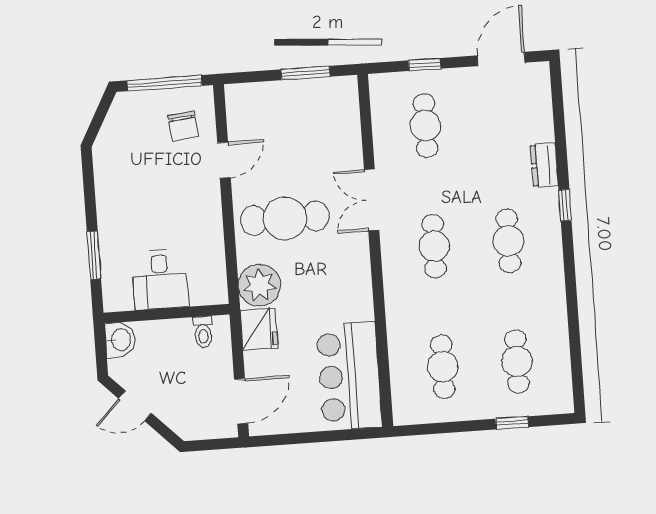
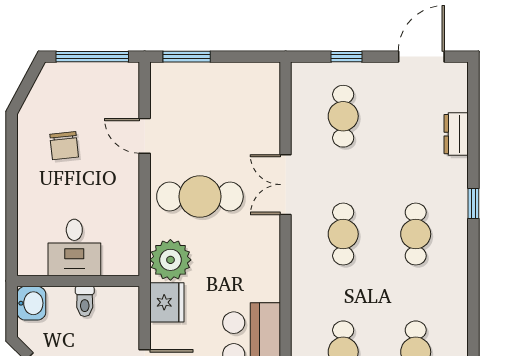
window: (306, 73) -> (187, 57), moved
chair: (183, 126) -> (64, 146), moved
door: (224, 160) -> (145, 136), swing flipped
dresser: (544, 165) -> (456, 134), moved
window: (94, 255) -> (12, 219), removed
toilet: (203, 332) -> (85, 301), moved

